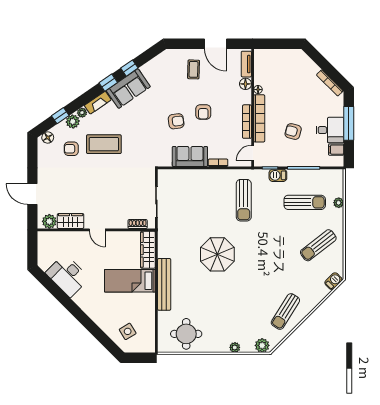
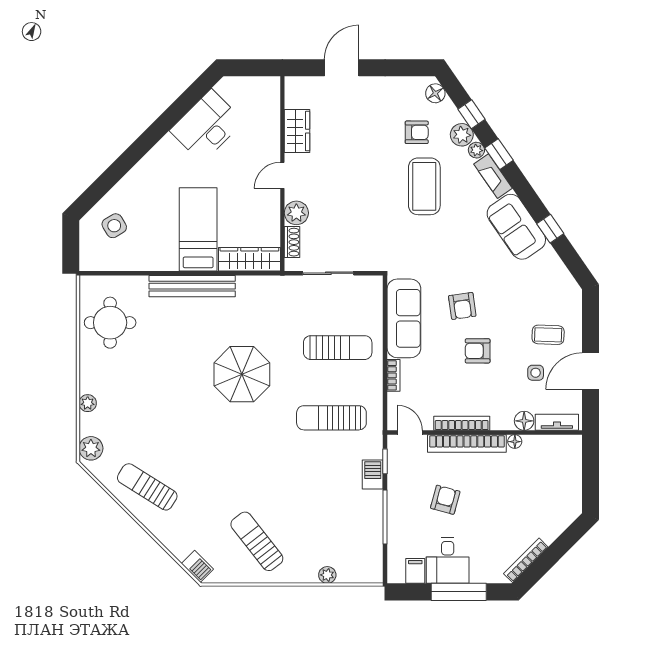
side table: (216, 77) -> (536, 373), added
window: (108, 83) -> (499, 154), moved
armchair: (71, 149) -> (417, 132), turned 90
sofa: (190, 156) -> (404, 318), width x1.36
sun lounger: (305, 202) -> (338, 348), moved, turned -90
plant: (49, 221) -> (296, 213), moved

